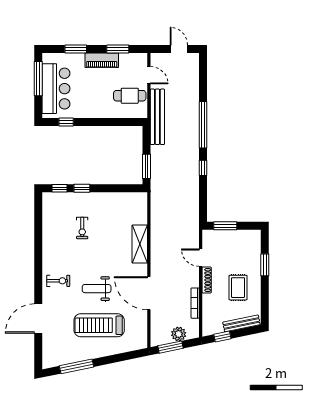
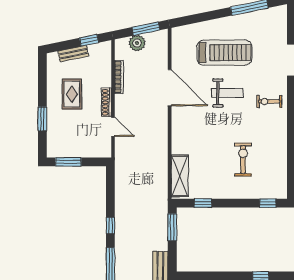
window: (82, 188) -> (203, 203), moved
window: (225, 226) -> (68, 162), moved
exercise bike: (82, 228) -> (243, 160), width x1.38, depth x1.39
shelving: (140, 244) -> (180, 176), moved
bench: (241, 323) -> (73, 54), width x0.73

